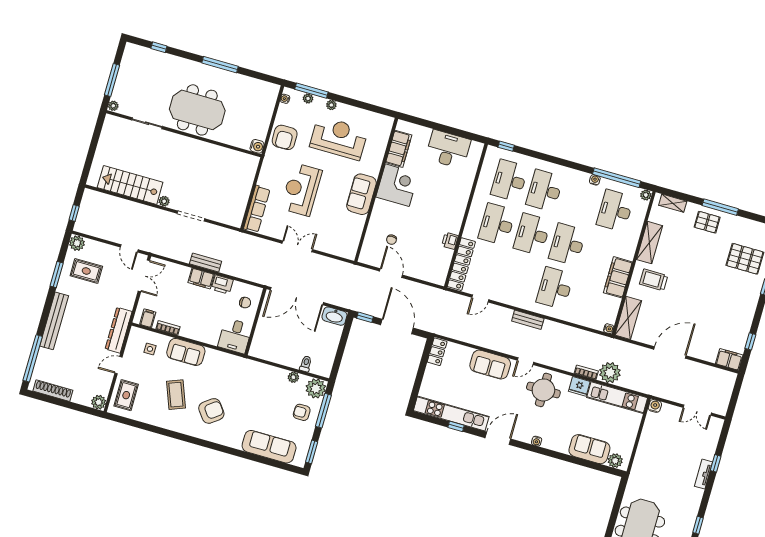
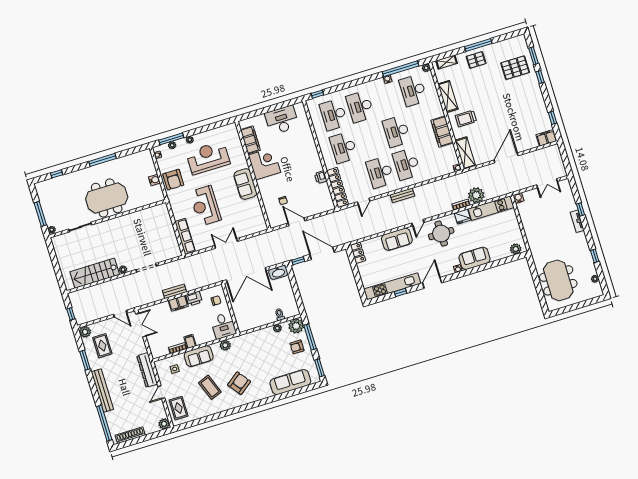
water cooler: (257, 146) -> (154, 180), moved
desk: (532, 234) -> (380, 172), moved
rug: (86, 271) -> (102, 346), turned 90
filing cabinet: (148, 318) -> (190, 341), moved
plant: (223, 359) -> (225, 345), added
sofa: (589, 449) -> (475, 258), moved

